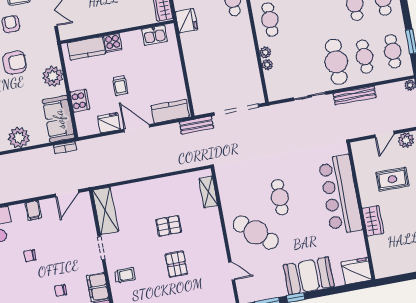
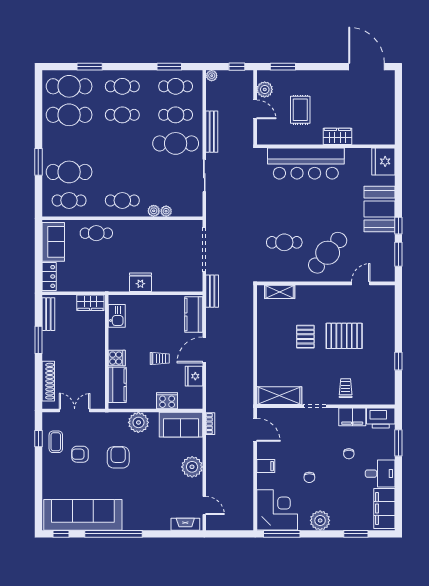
fridge: (186, 21) -> (140, 282), moved
cafe table: (280, 197) -> (284, 242), moved
pallet: (176, 264) -> (344, 336), width x1.50, depth x1.42

